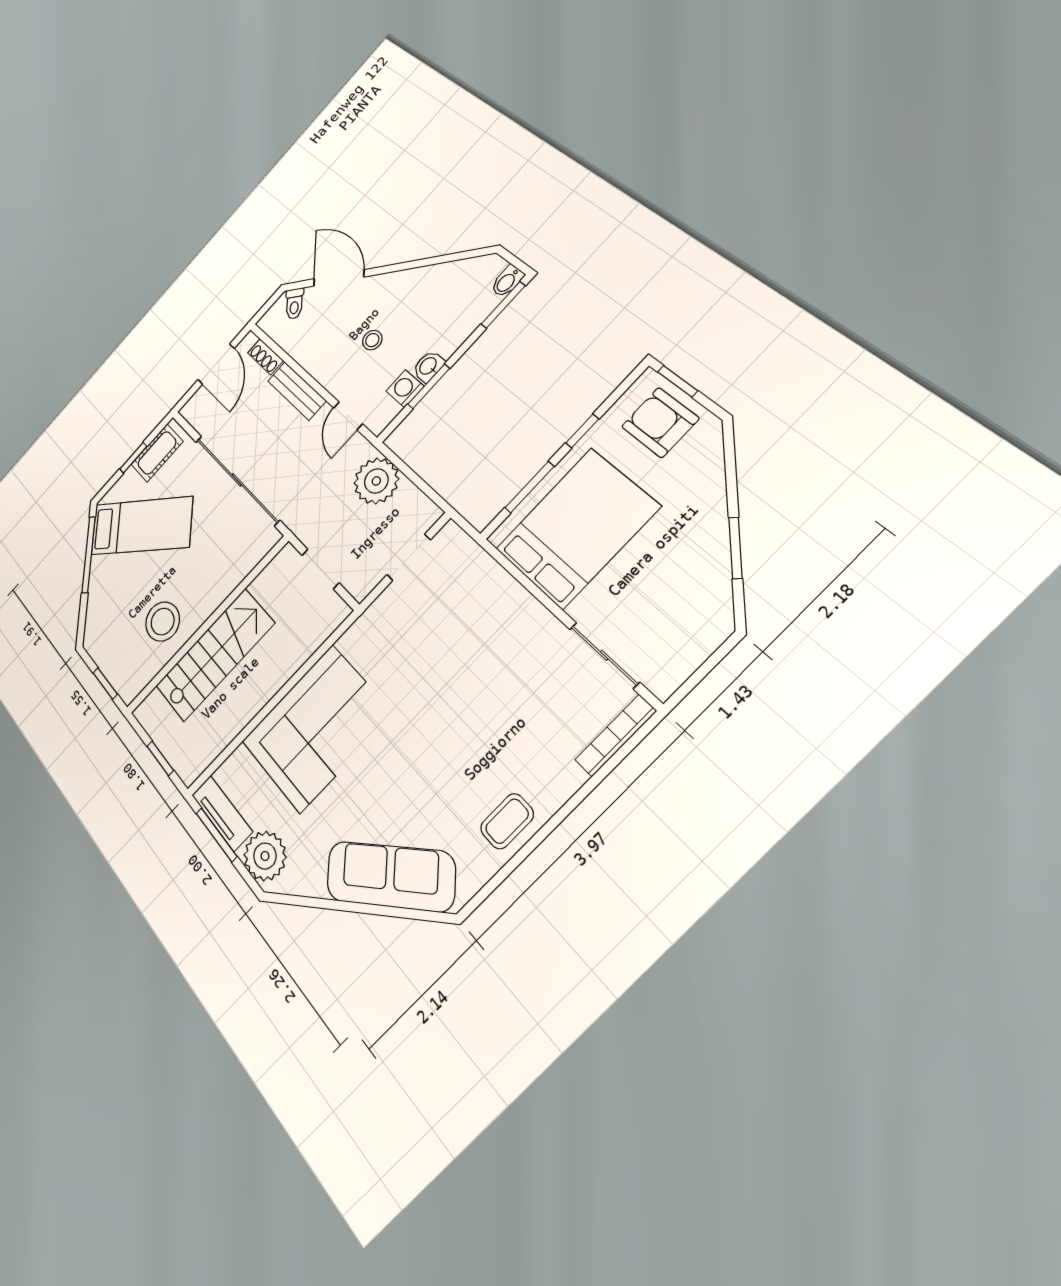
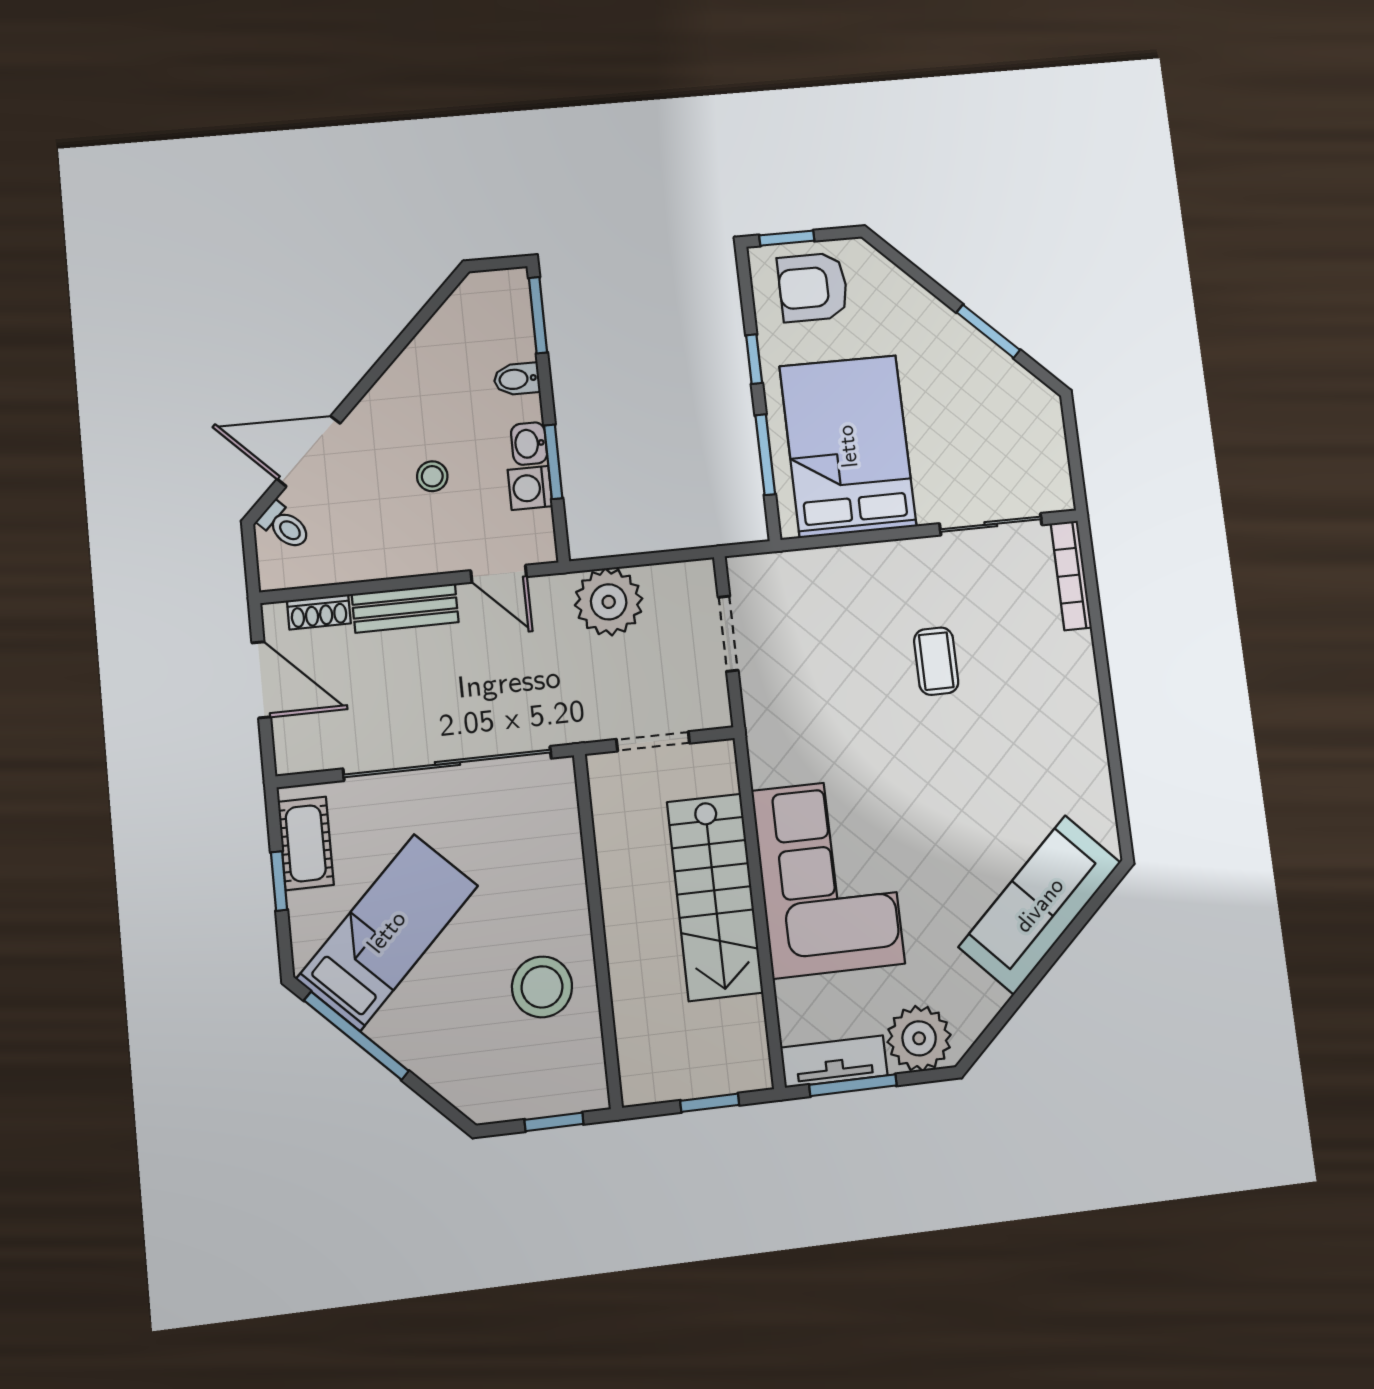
bidet: (507, 281) -> (517, 379), moved, turned 90
stairs: (215, 655) -> (715, 897), moved, turned 180
coffee table: (507, 821) -> (936, 661), moved

